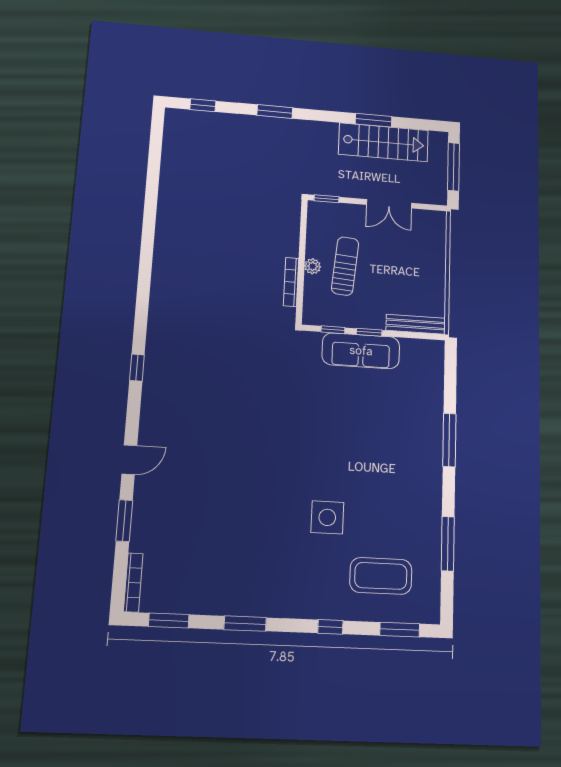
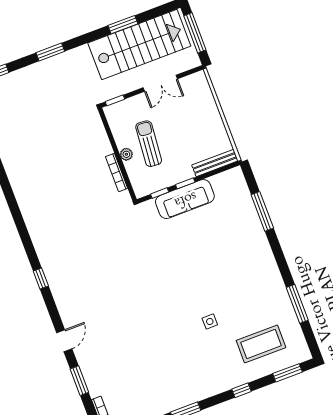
stairs: (383, 142) -> (139, 45), width x1.36, depth x1.51
window: (449, 440) -> (262, 211), moved
side table: (327, 517) -> (210, 322), width x0.54, depth x0.54

